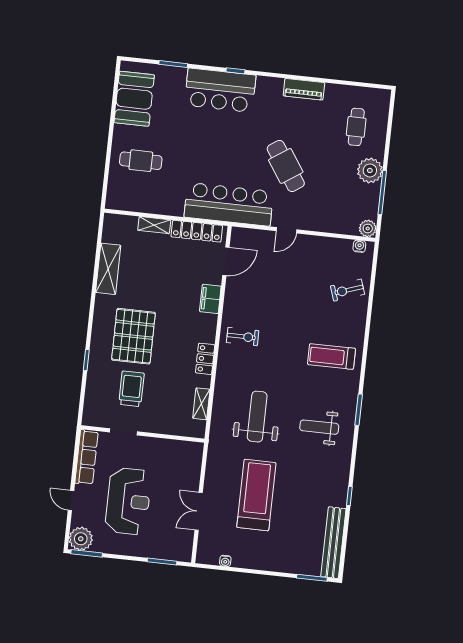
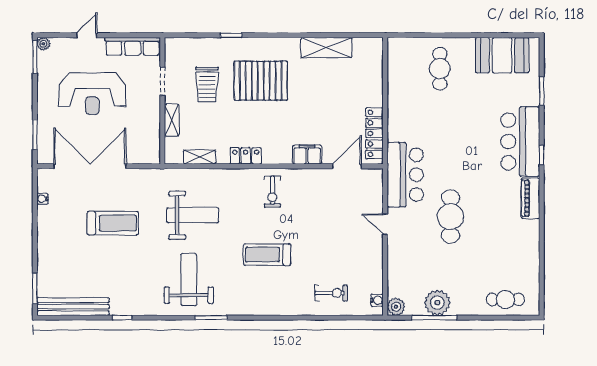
piano: (304, 89) -> (530, 198), moved
cafe table: (356, 127) -> (505, 299), moved
cafe table: (286, 166) -> (450, 217), turned -56
plant: (370, 170) -> (437, 303), moved
bar counter: (229, 204) -> (405, 175), width x0.73
shelving: (154, 225) -> (172, 120), moved
door: (226, 261) -> (347, 166), swing flipped
exercise bike: (347, 290) -> (331, 293), turned 109
treadmill: (331, 357) -> (267, 255), moved, turned -90
trolley: (131, 389) -> (207, 84), turned 90
weight bench: (319, 427) -> (189, 280), width x1.36, depth x1.33
treadmill: (256, 495) -> (113, 223), width x0.73, depth x0.73
double door: (199, 511) -> (90, 166), width x1.87
plant: (81, 539) -> (43, 44), width x0.53, depth x0.53

